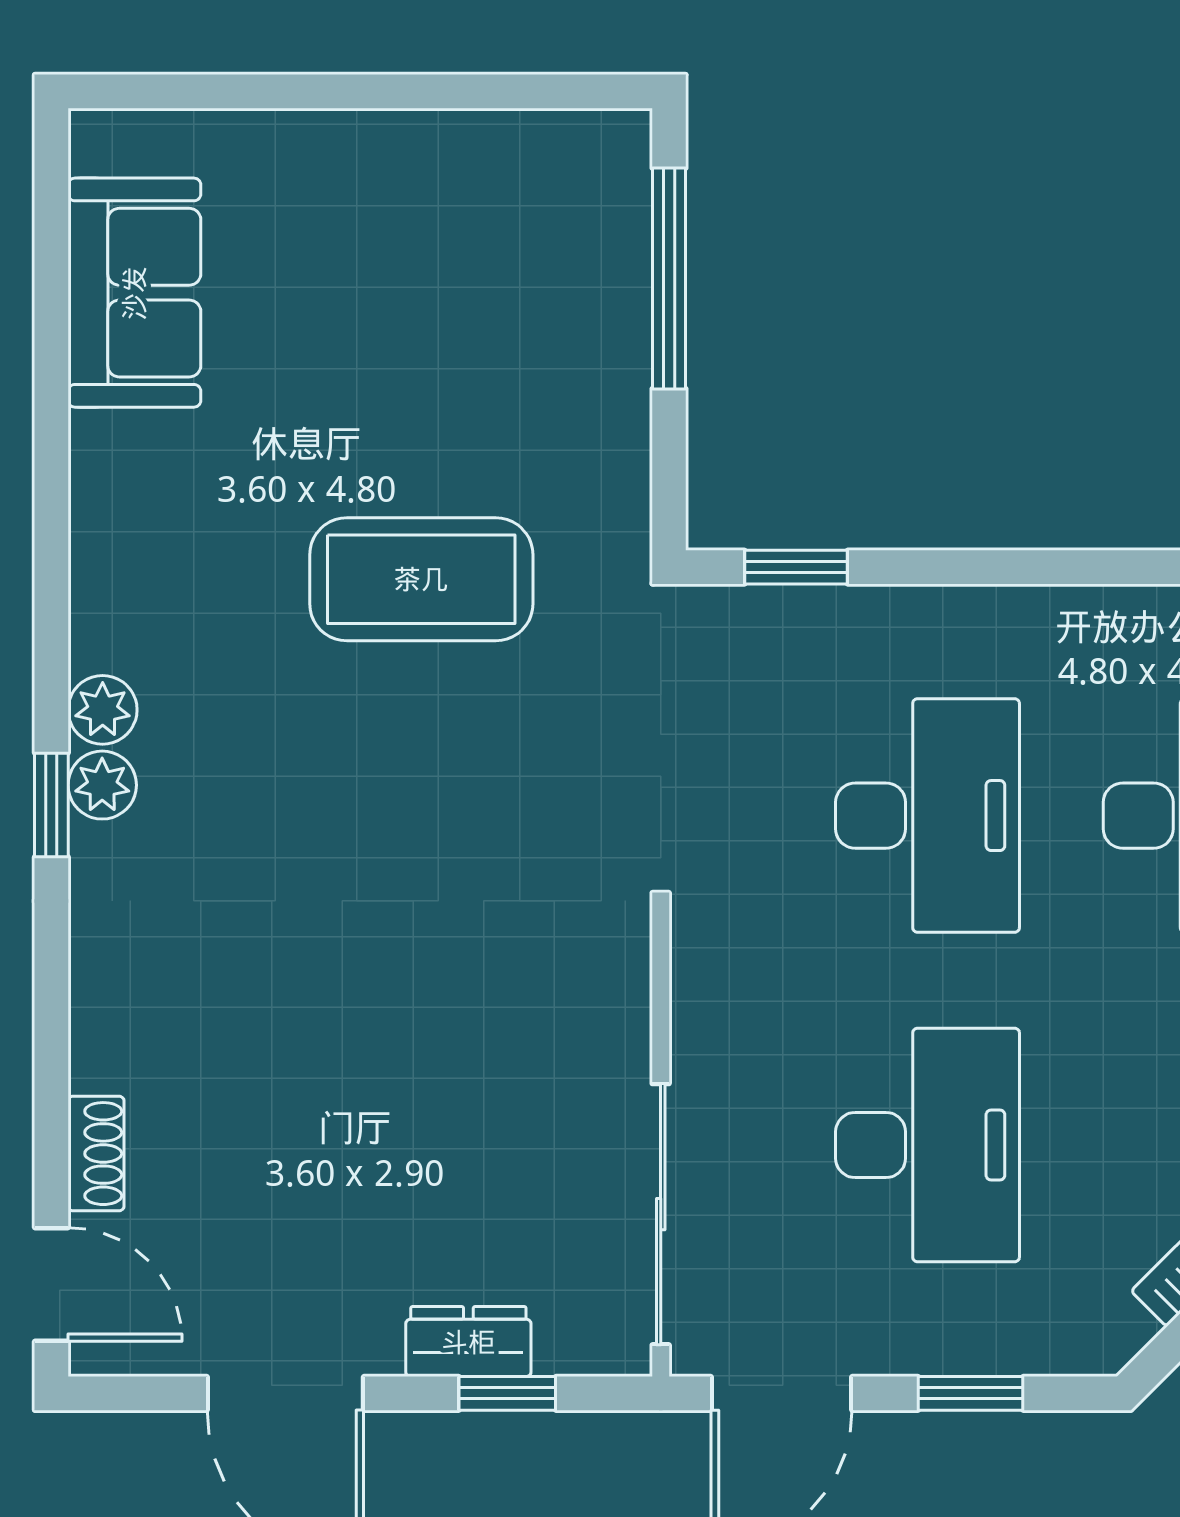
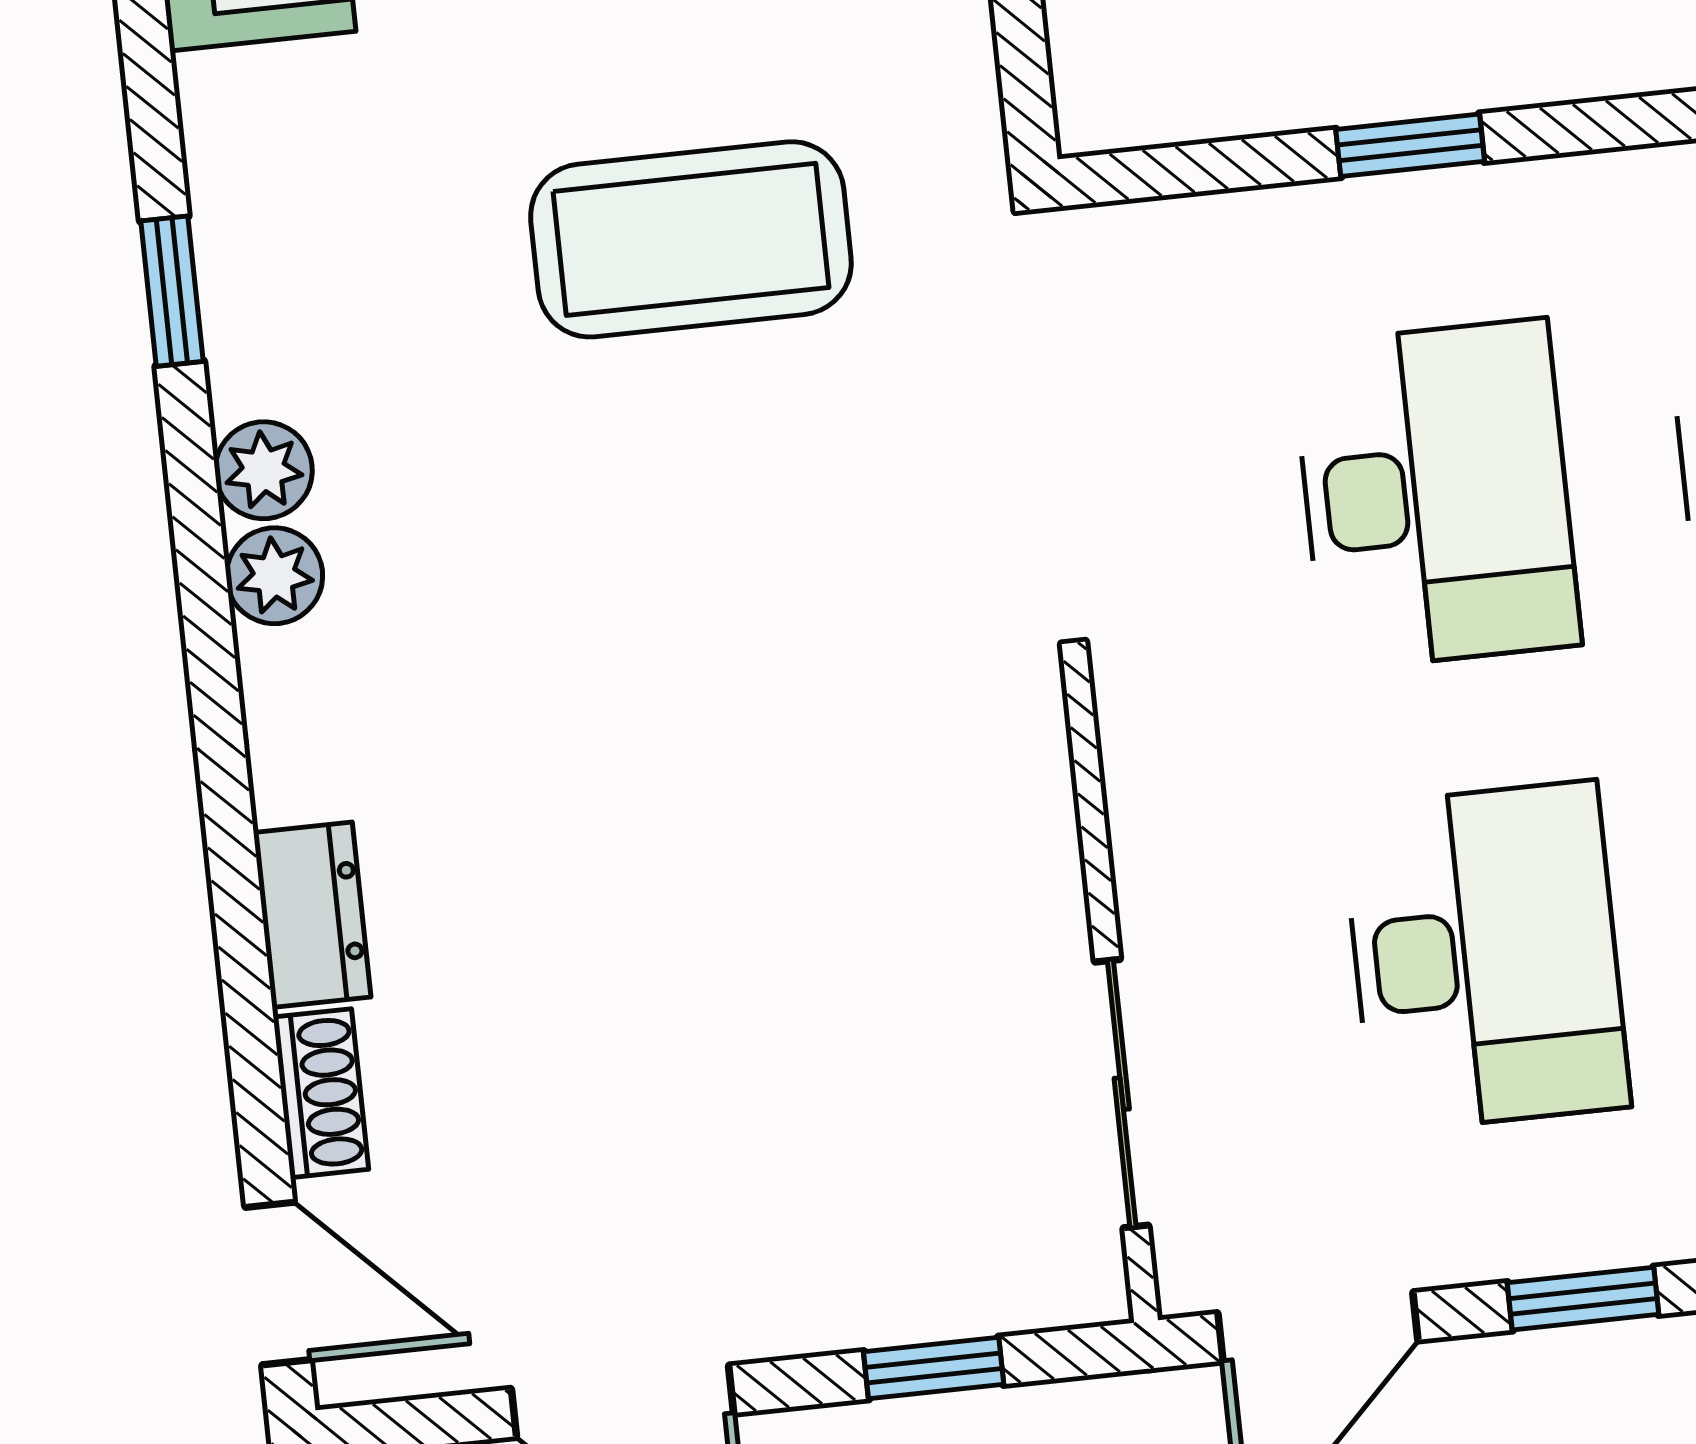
window: (796, 567) -> (1410, 145), moved
window: (51, 805) -> (172, 291), moved
sliding door: (661, 1214) -> (1122, 1094), width x0.73
dresser: (468, 1342) -> (312, 915), moved, turned 90

